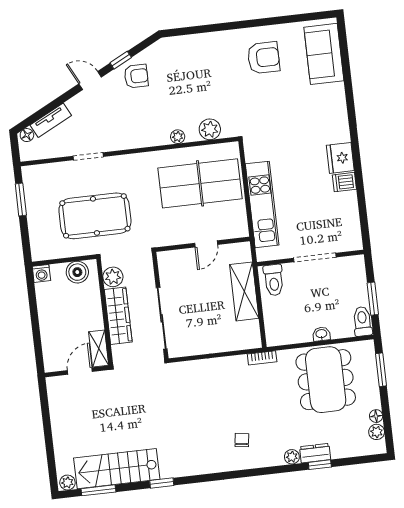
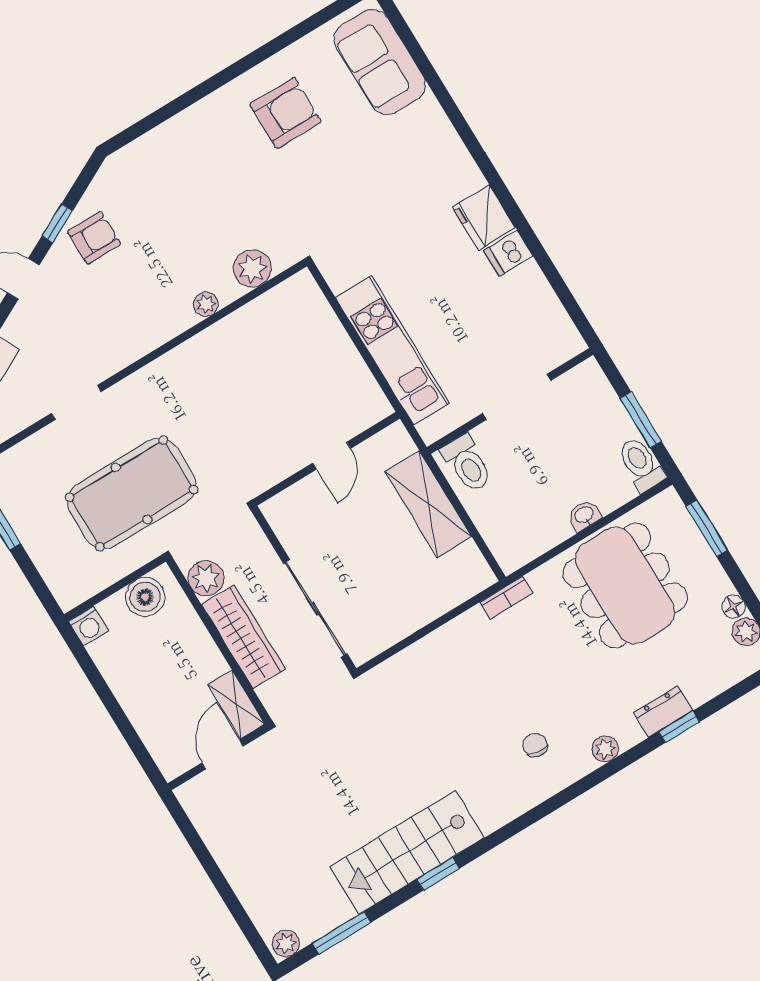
table tennis table: (200, 183) -> (277, 363), removed
plant: (292, 457) -> (605, 749), moved
stairs: (117, 469) -> (407, 852), moved

